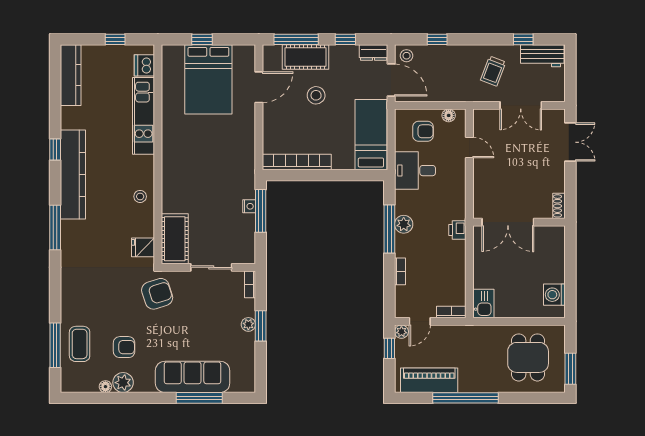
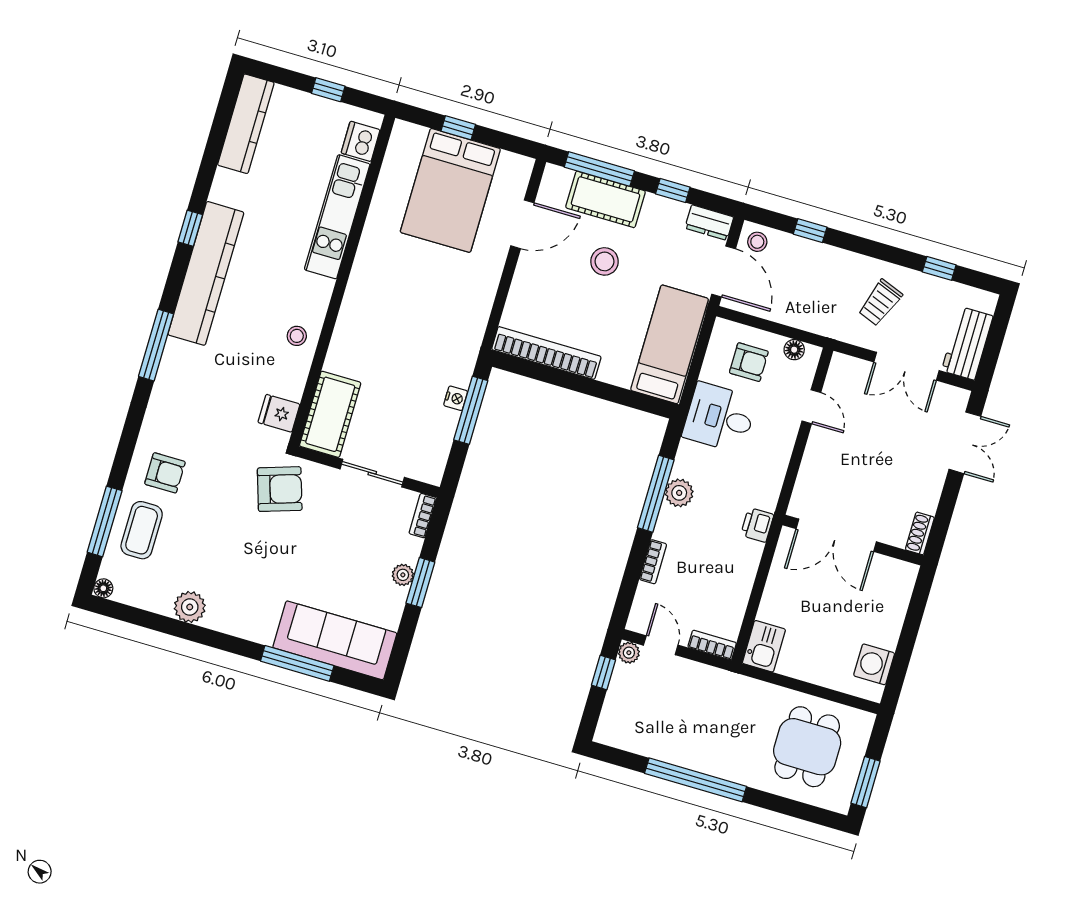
workbench: (542, 56) -> (967, 343), moved, turned 90
door: (420, 321) -> (661, 645), swing flipped
armchair: (124, 347) -> (165, 473), moved
sofa: (193, 377) -> (335, 640), moved
piano: (429, 380) -> (649, 738), removed
floor lamp: (105, 387) -> (103, 588), moved

